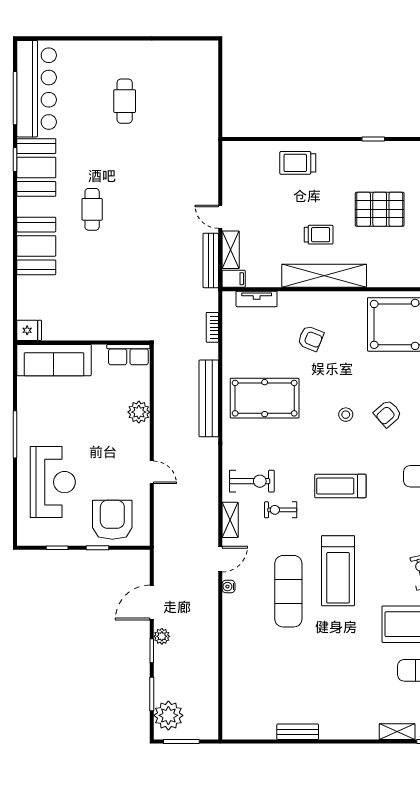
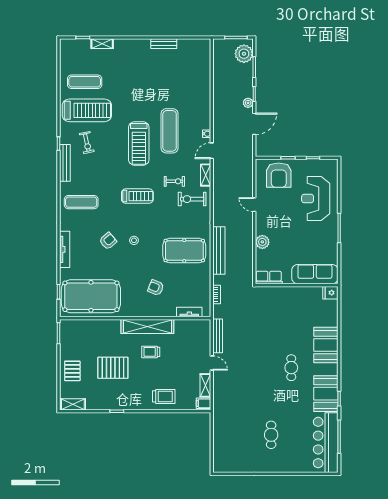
shelving: (231, 250) -> (205, 385), moved
filing cabinet: (234, 279) -> (204, 403), moved
treadmill: (338, 571) -> (139, 144), turned 180

